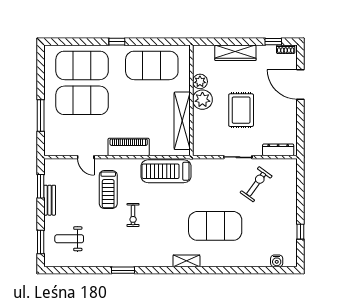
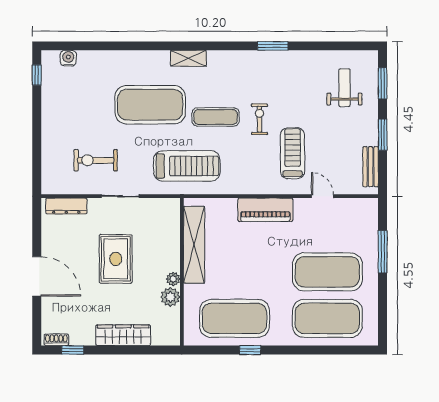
window: (117, 42) -> (250, 350), moved
door: (300, 84) -> (37, 276), moved
plant: (202, 100) -> (173, 279), width x0.53, depth x0.53
treadmill: (166, 171) -> (187, 166), moved
exercise bike: (256, 184) -> (96, 160), turned 54
window: (41, 186) -> (383, 135), moved
bench: (50, 200) -> (371, 167), moved
exercise mat: (166, 217) -> (216, 117), added
window: (300, 232) -> (37, 75), moved
weight bench: (69, 239) -> (344, 88), turned -90

